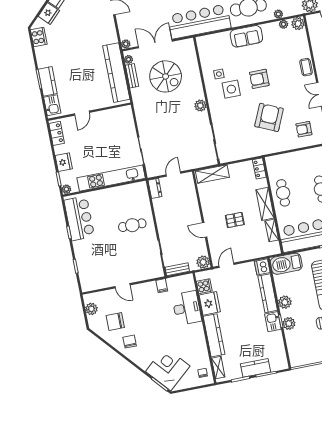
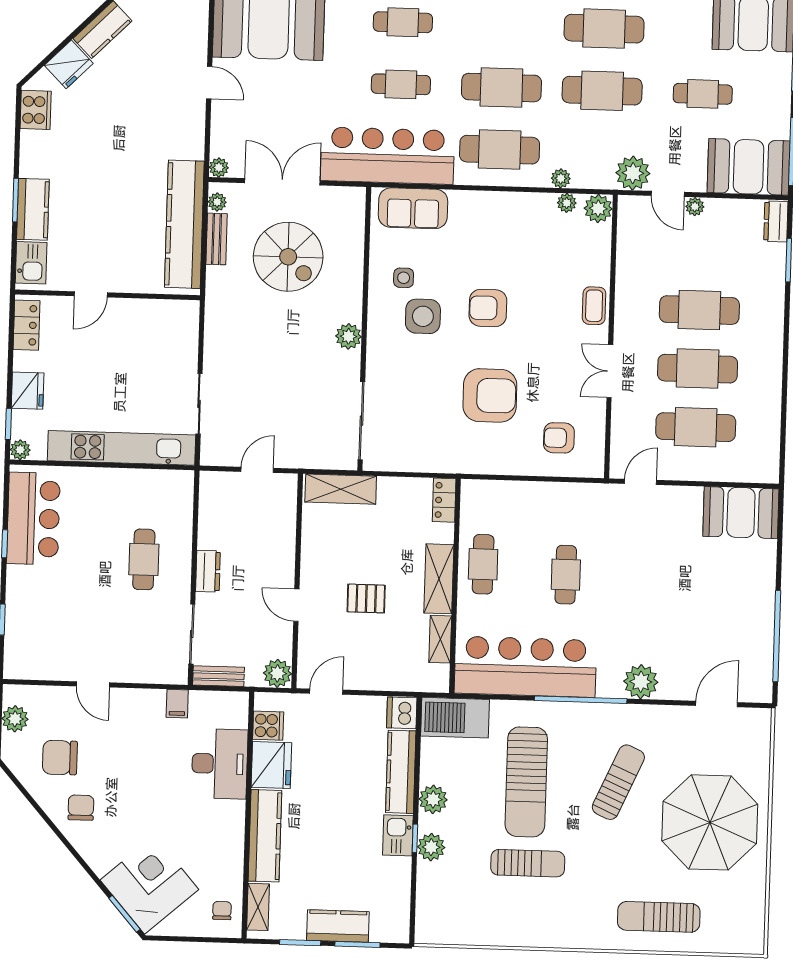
sofa: (246, 36) -> (413, 208), moved
armchair: (269, 117) -> (490, 395), turned 66
dresser: (155, 188) -> (208, 571), moved
cafe table: (132, 225) -> (144, 559), turned 90

